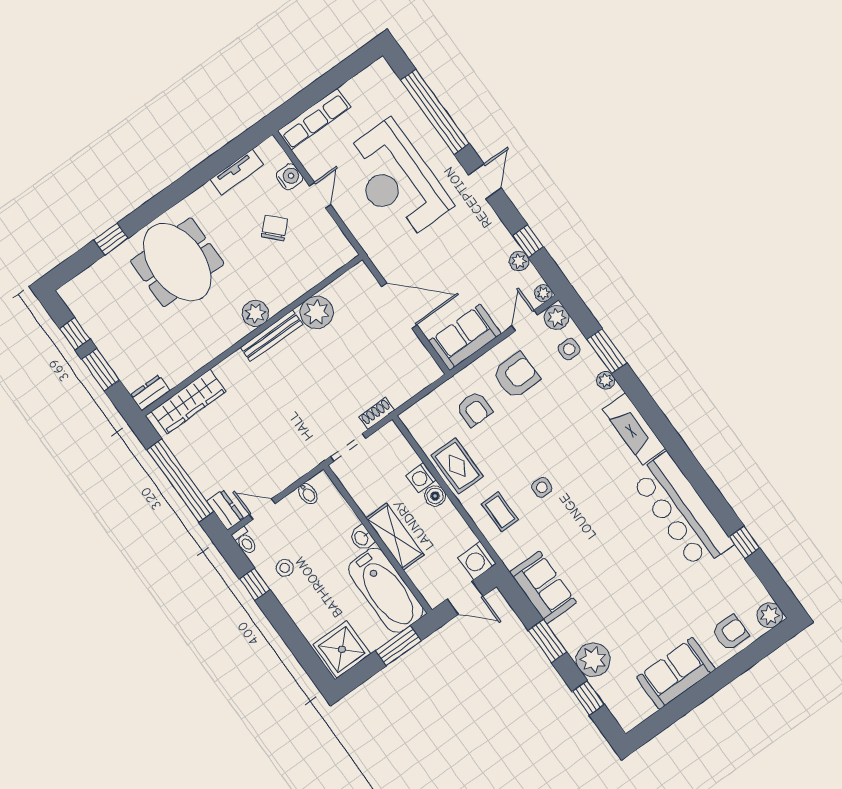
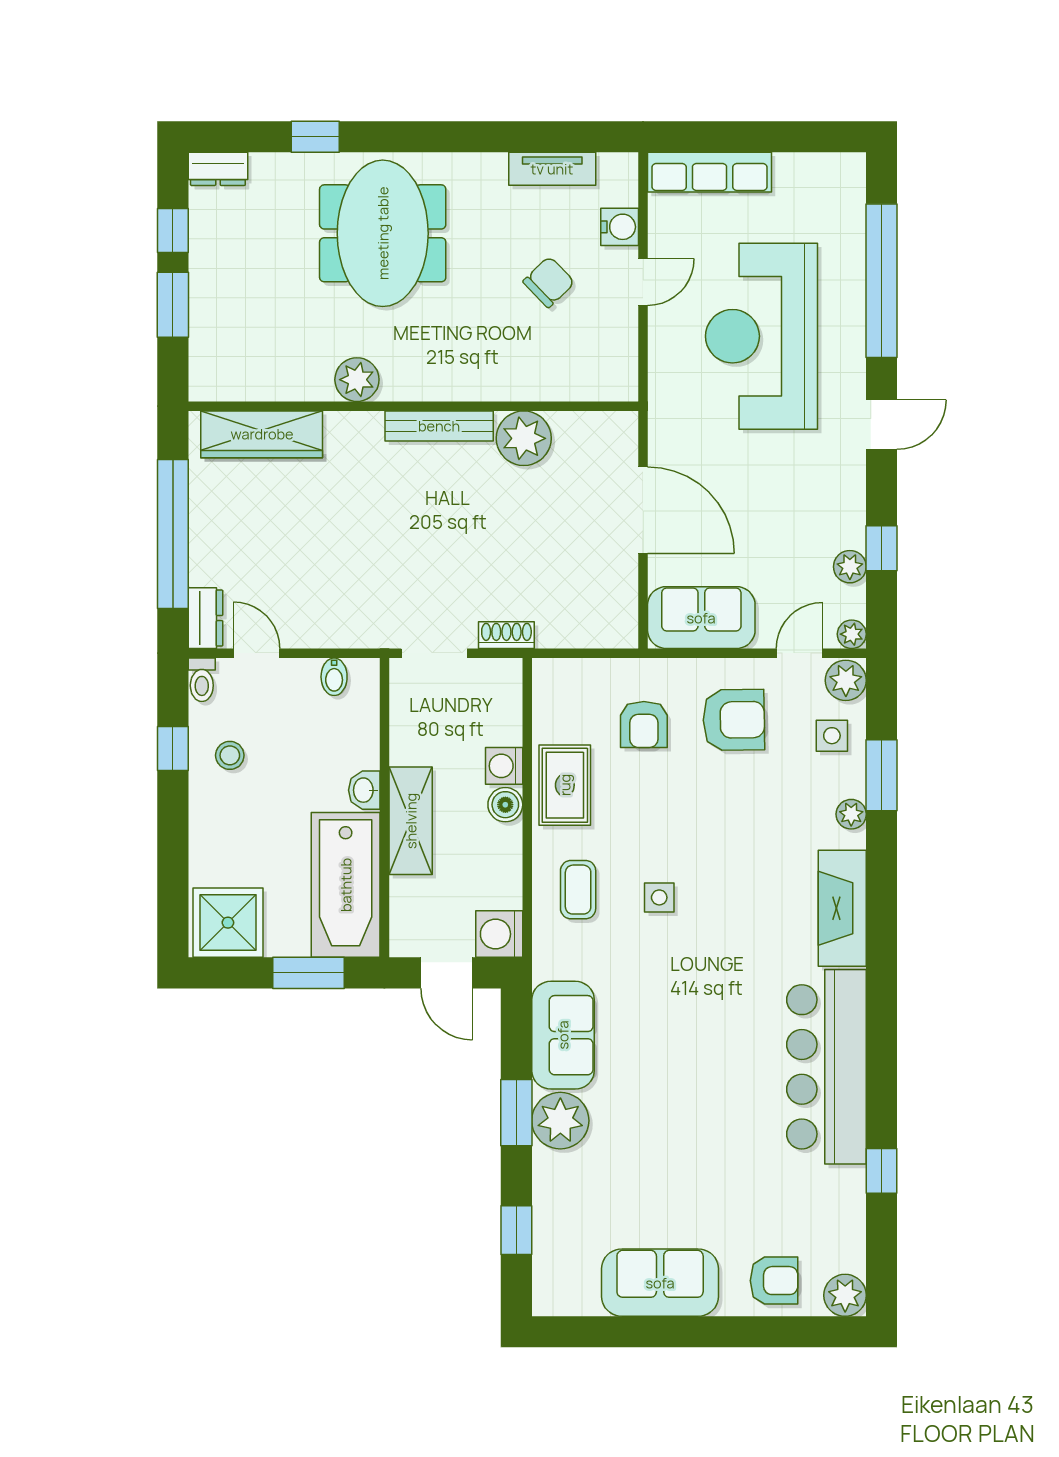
plant: (255, 313) -> (357, 380), moved
dresser: (150, 393) -> (218, 169), moved, turned 180
plant: (593, 660) -> (560, 1121), moved

